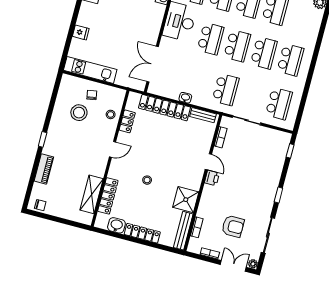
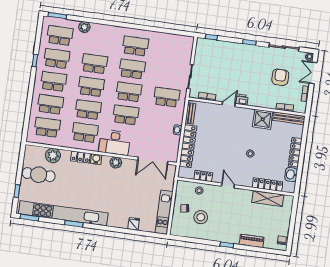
plant: (156, 20) -> (116, 162), added
school desk: (279, 104) -> (173, 51), removed

